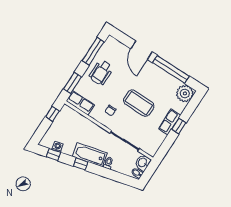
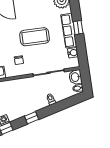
row of seats: (170, 122) -> (69, 31), width x1.48
water cooler: (157, 142) -> (73, 53), added
bathtub: (90, 155) -> (32, 105), removed

